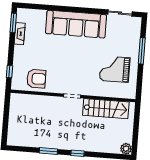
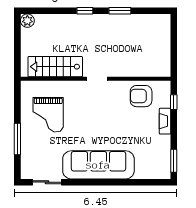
fireplace: (20, 34) -> (165, 121), moved
grand piano: (115, 69) -> (48, 115), turned 90

